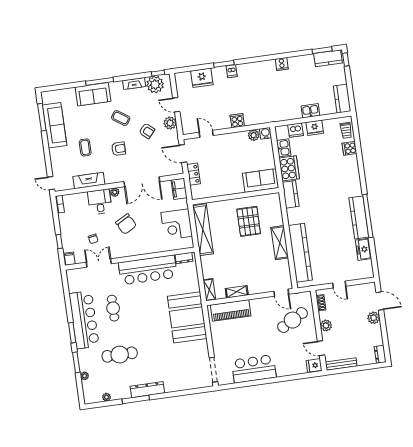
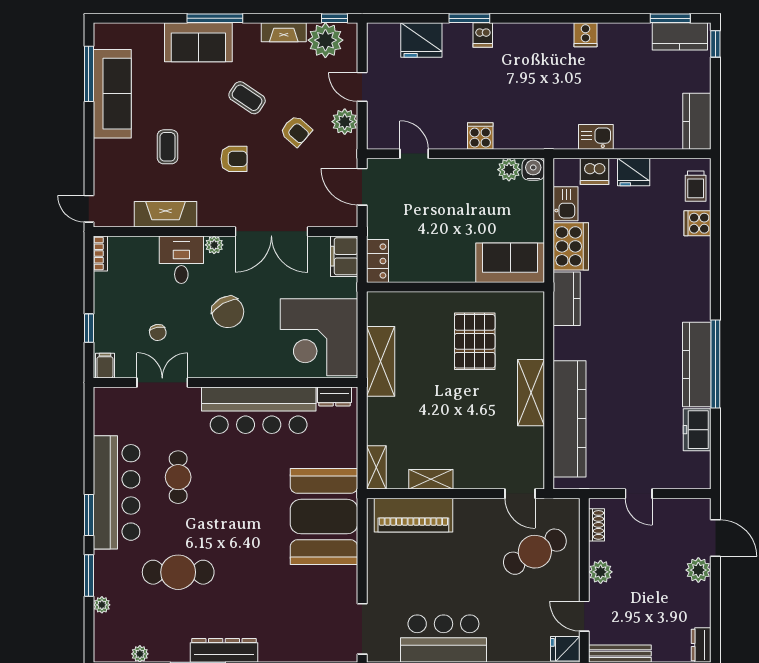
kitchen sink: (310, 111) -> (596, 137), moved
locker: (194, 174) -> (378, 261), moved
corner desk: (177, 224) -> (319, 337), width x1.36, depth x1.36
shelving: (203, 230) -> (381, 361), width x0.68

